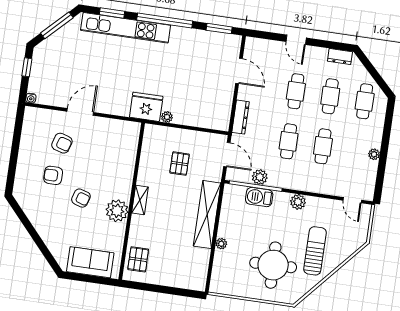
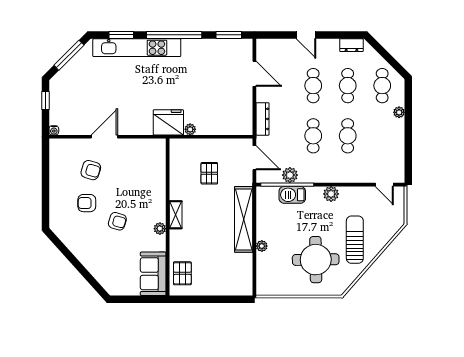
plant: (374, 154) -> (399, 112), moved
plant: (117, 211) -> (160, 229), width x0.53, depth x0.53
sofa: (90, 262) -> (153, 274), moved, turned -90

